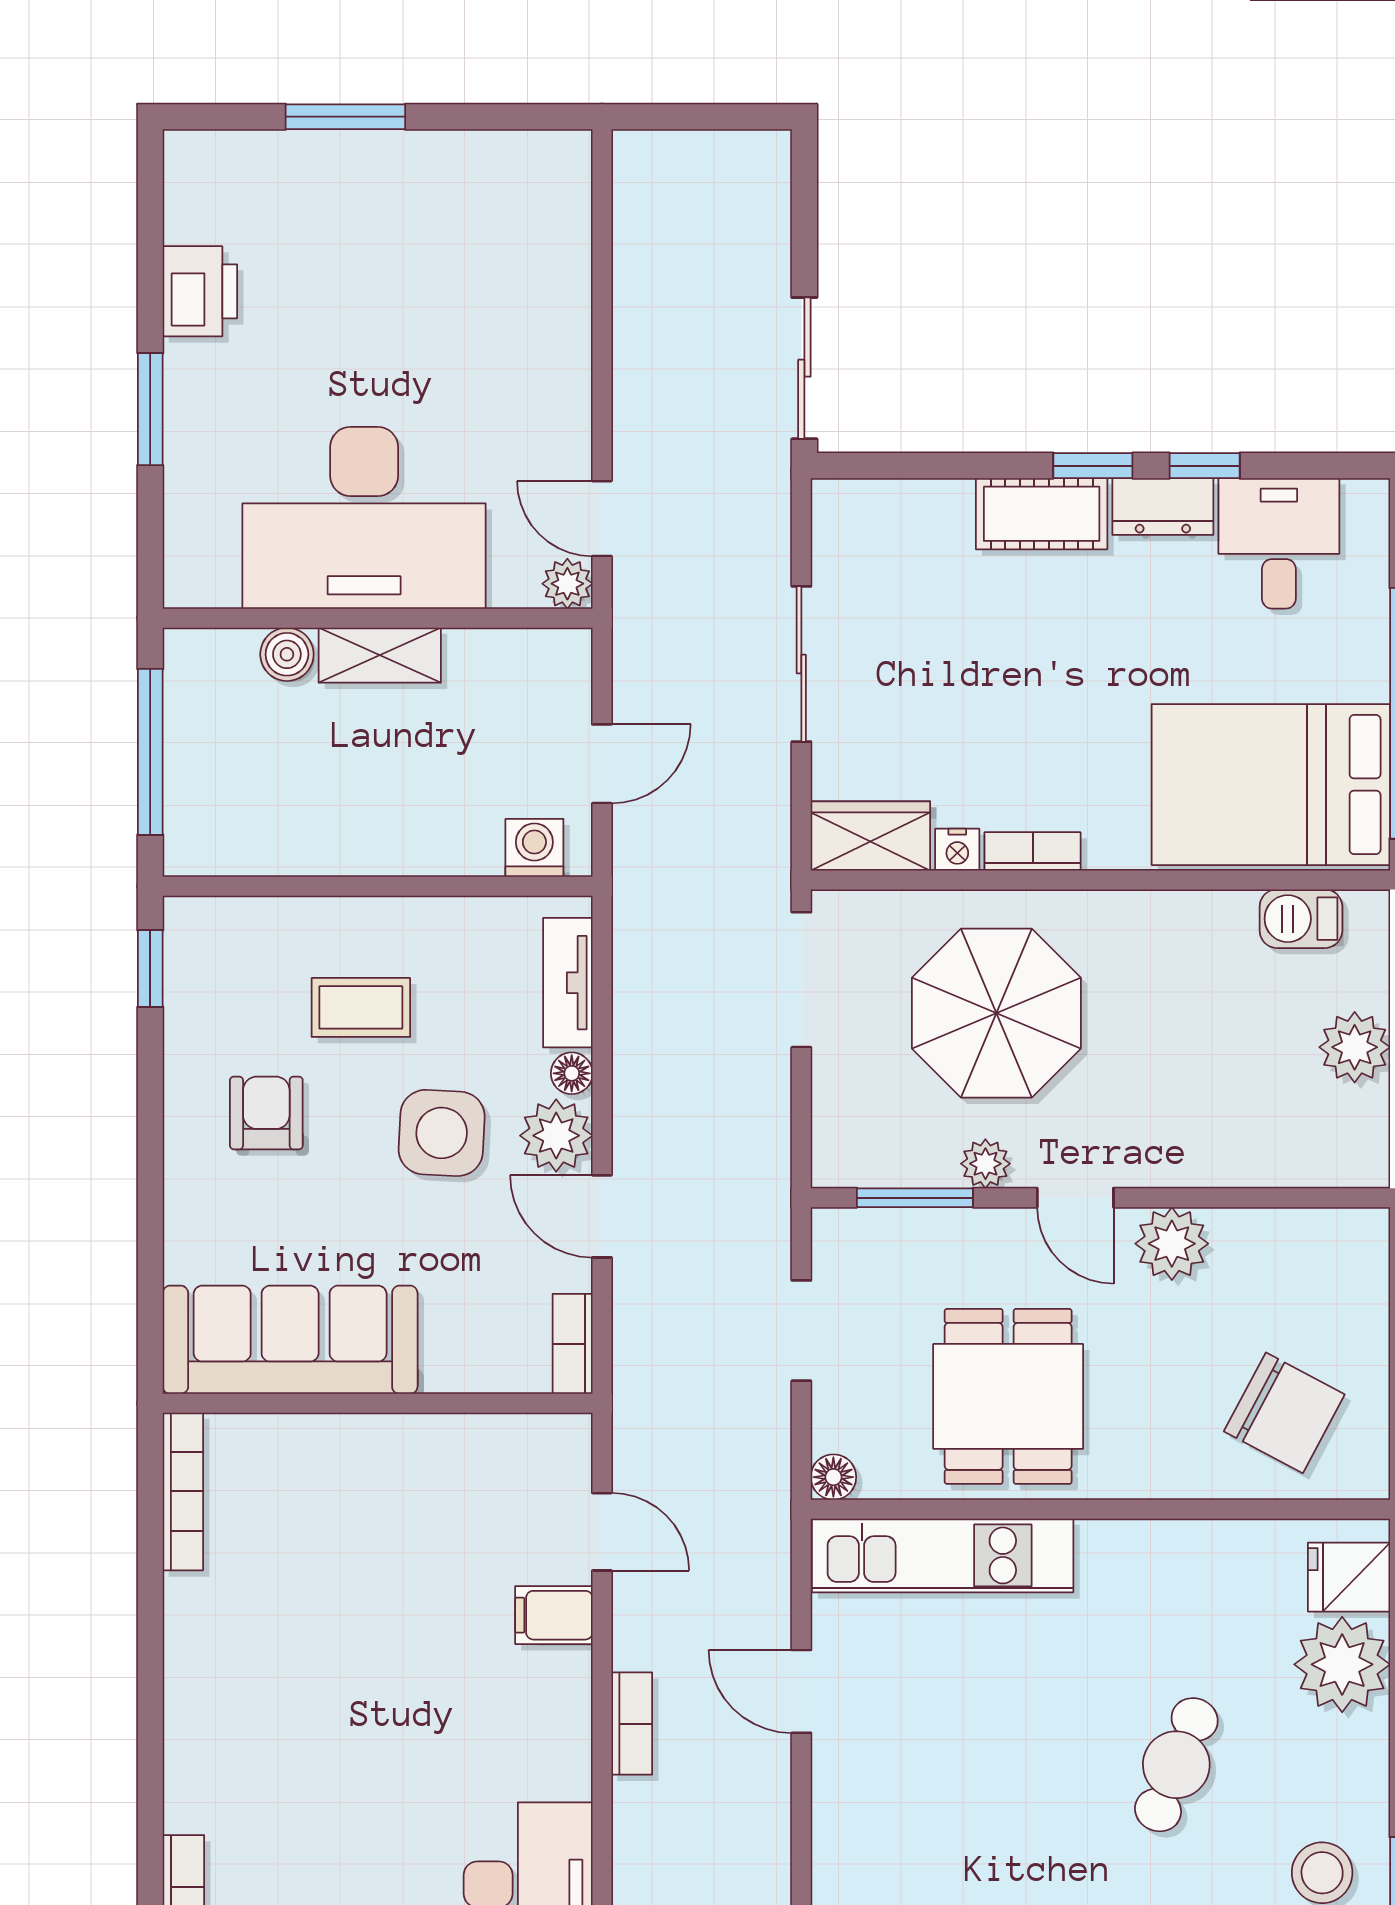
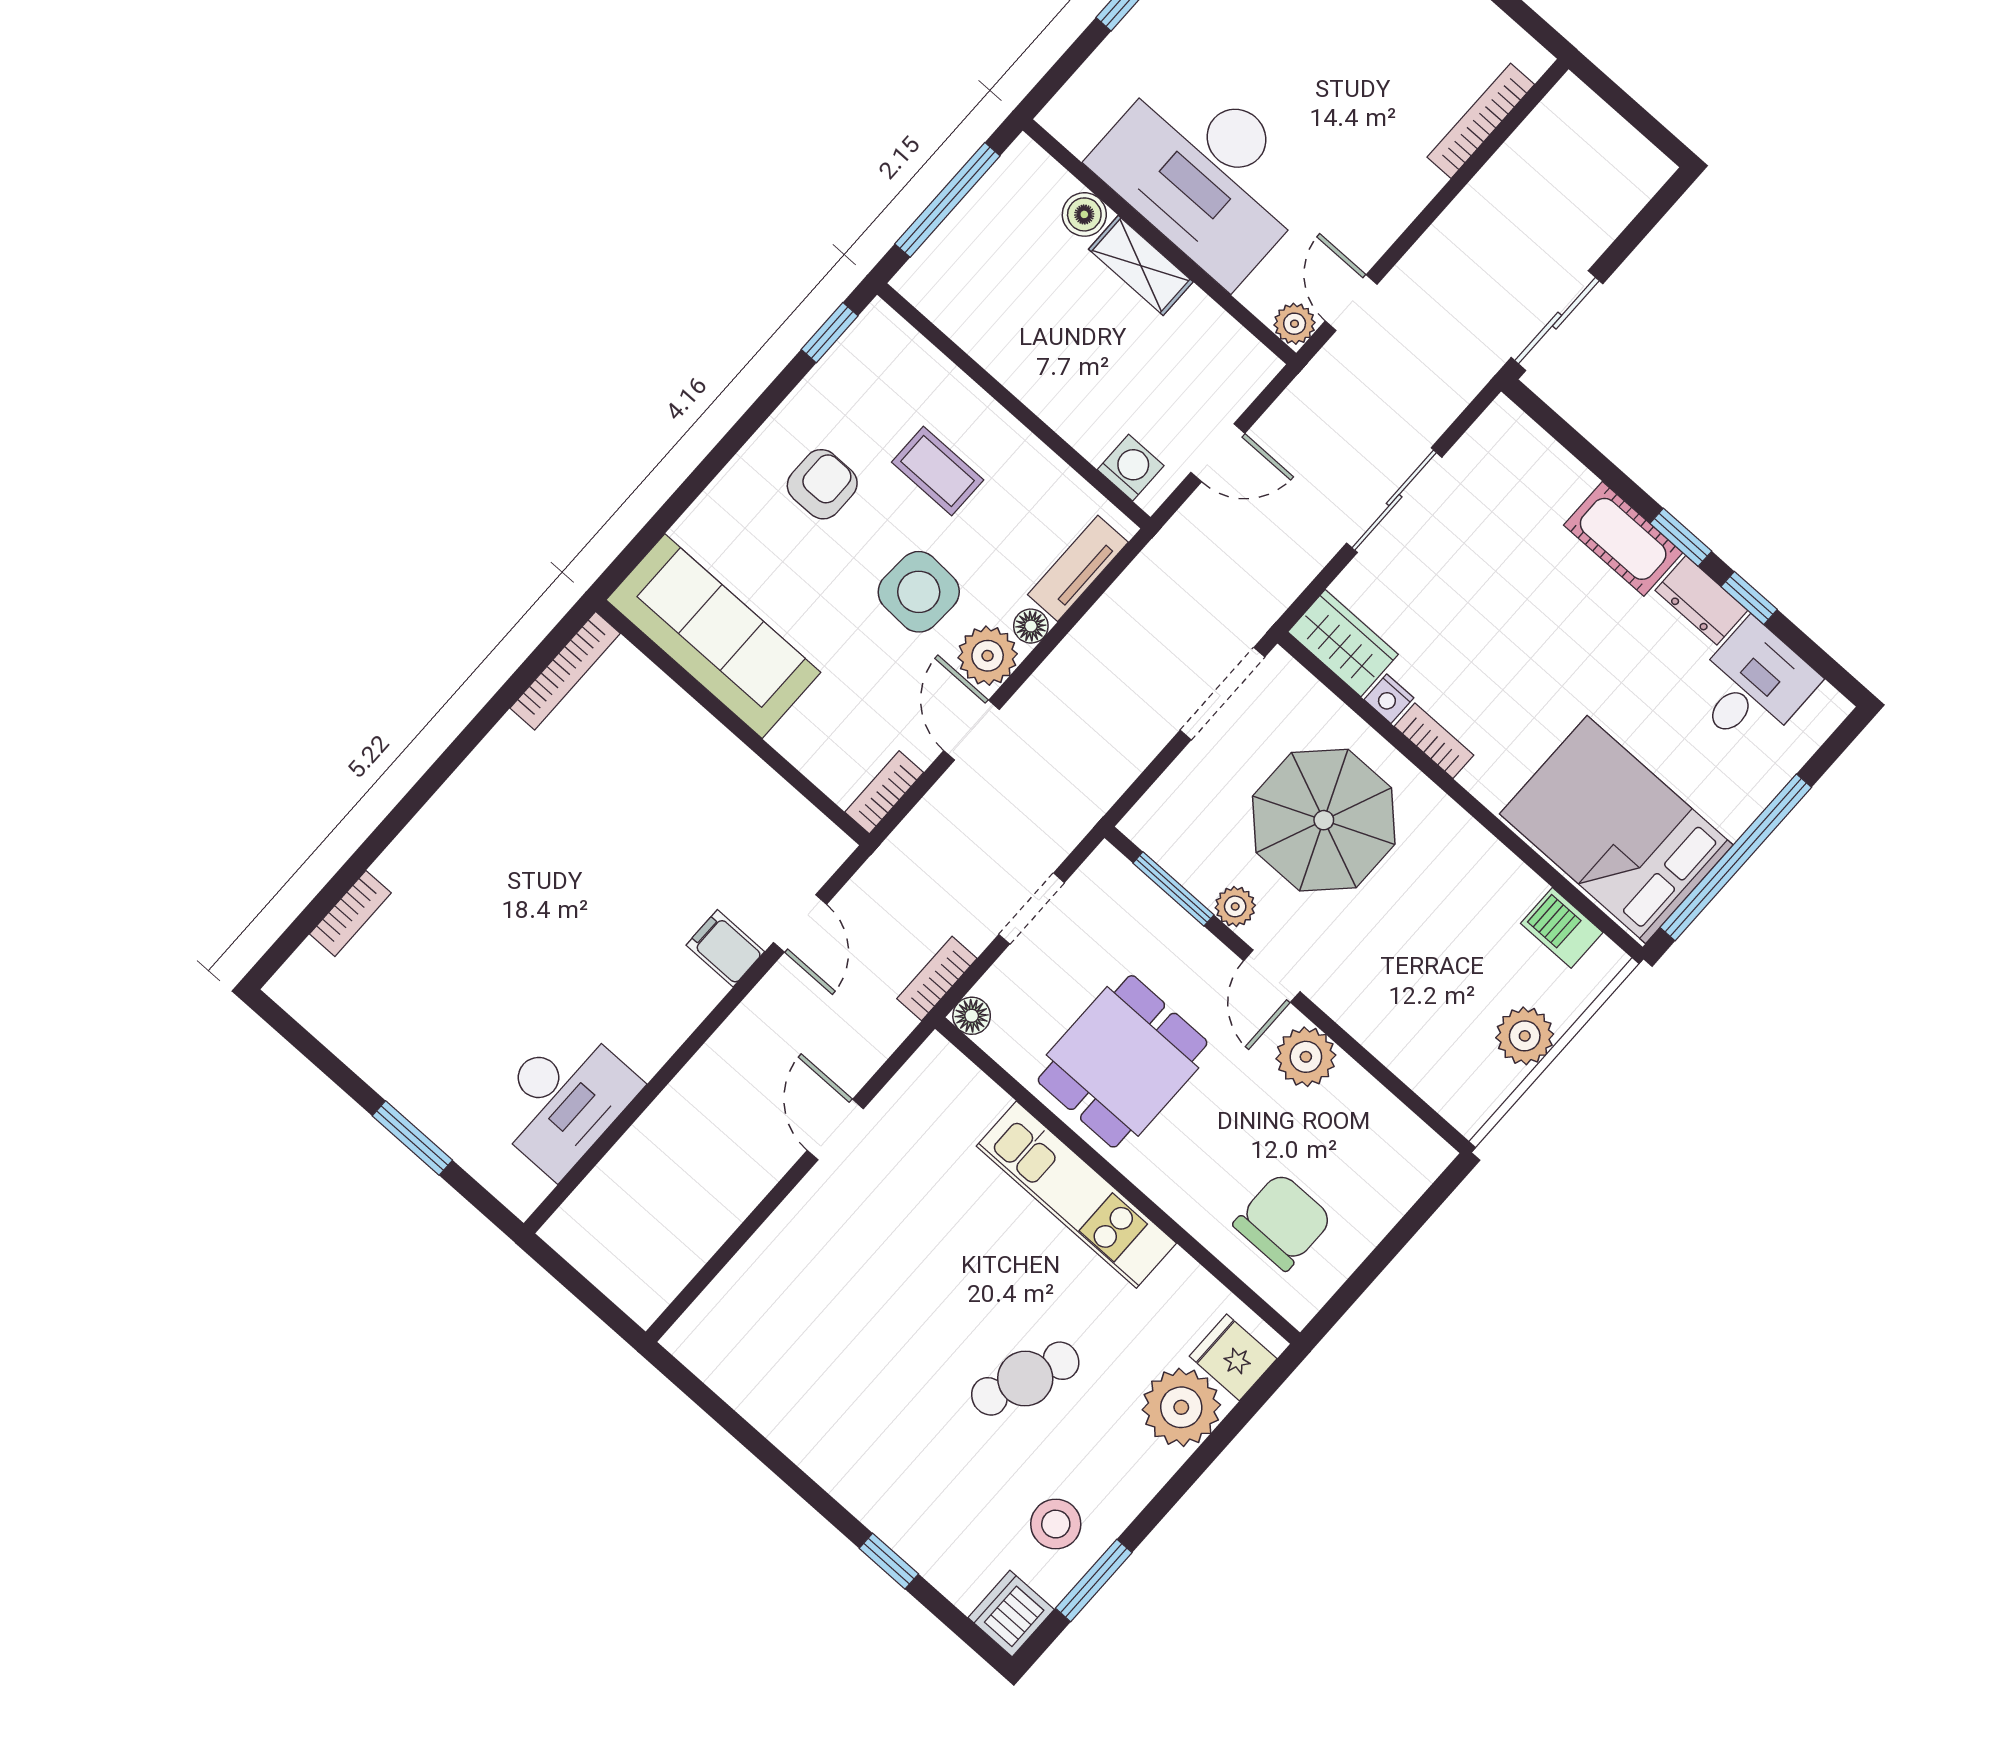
bookcase: (573, 248) -> (1481, 121), added
chair: (1284, 1413) -> (1283, 1222), turned -118
kitchen unit: (943, 1555) -> (1076, 1195), moved
bookcase: (632, 1724) -> (937, 978), moved, turned 180

